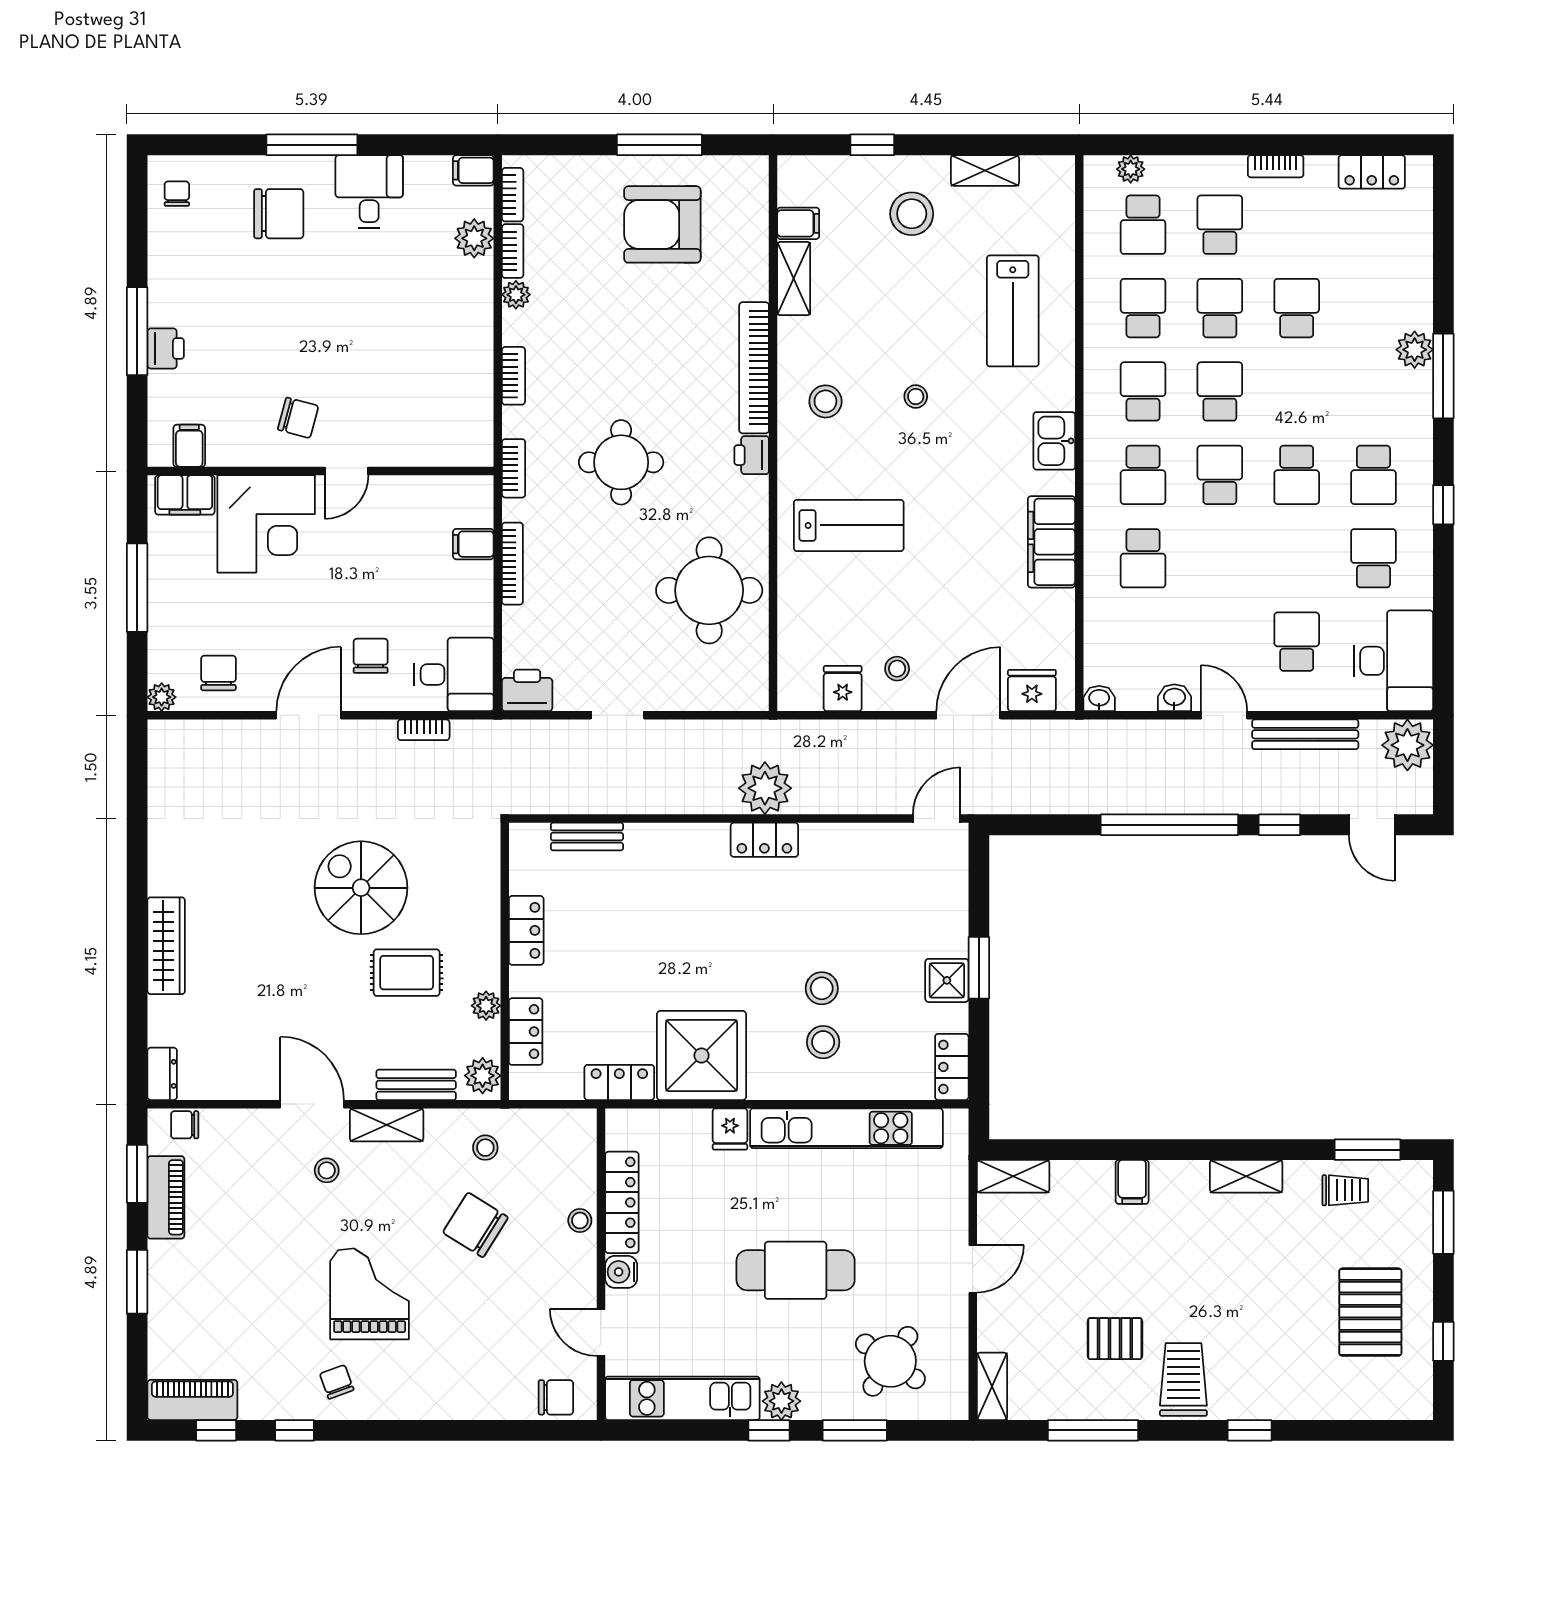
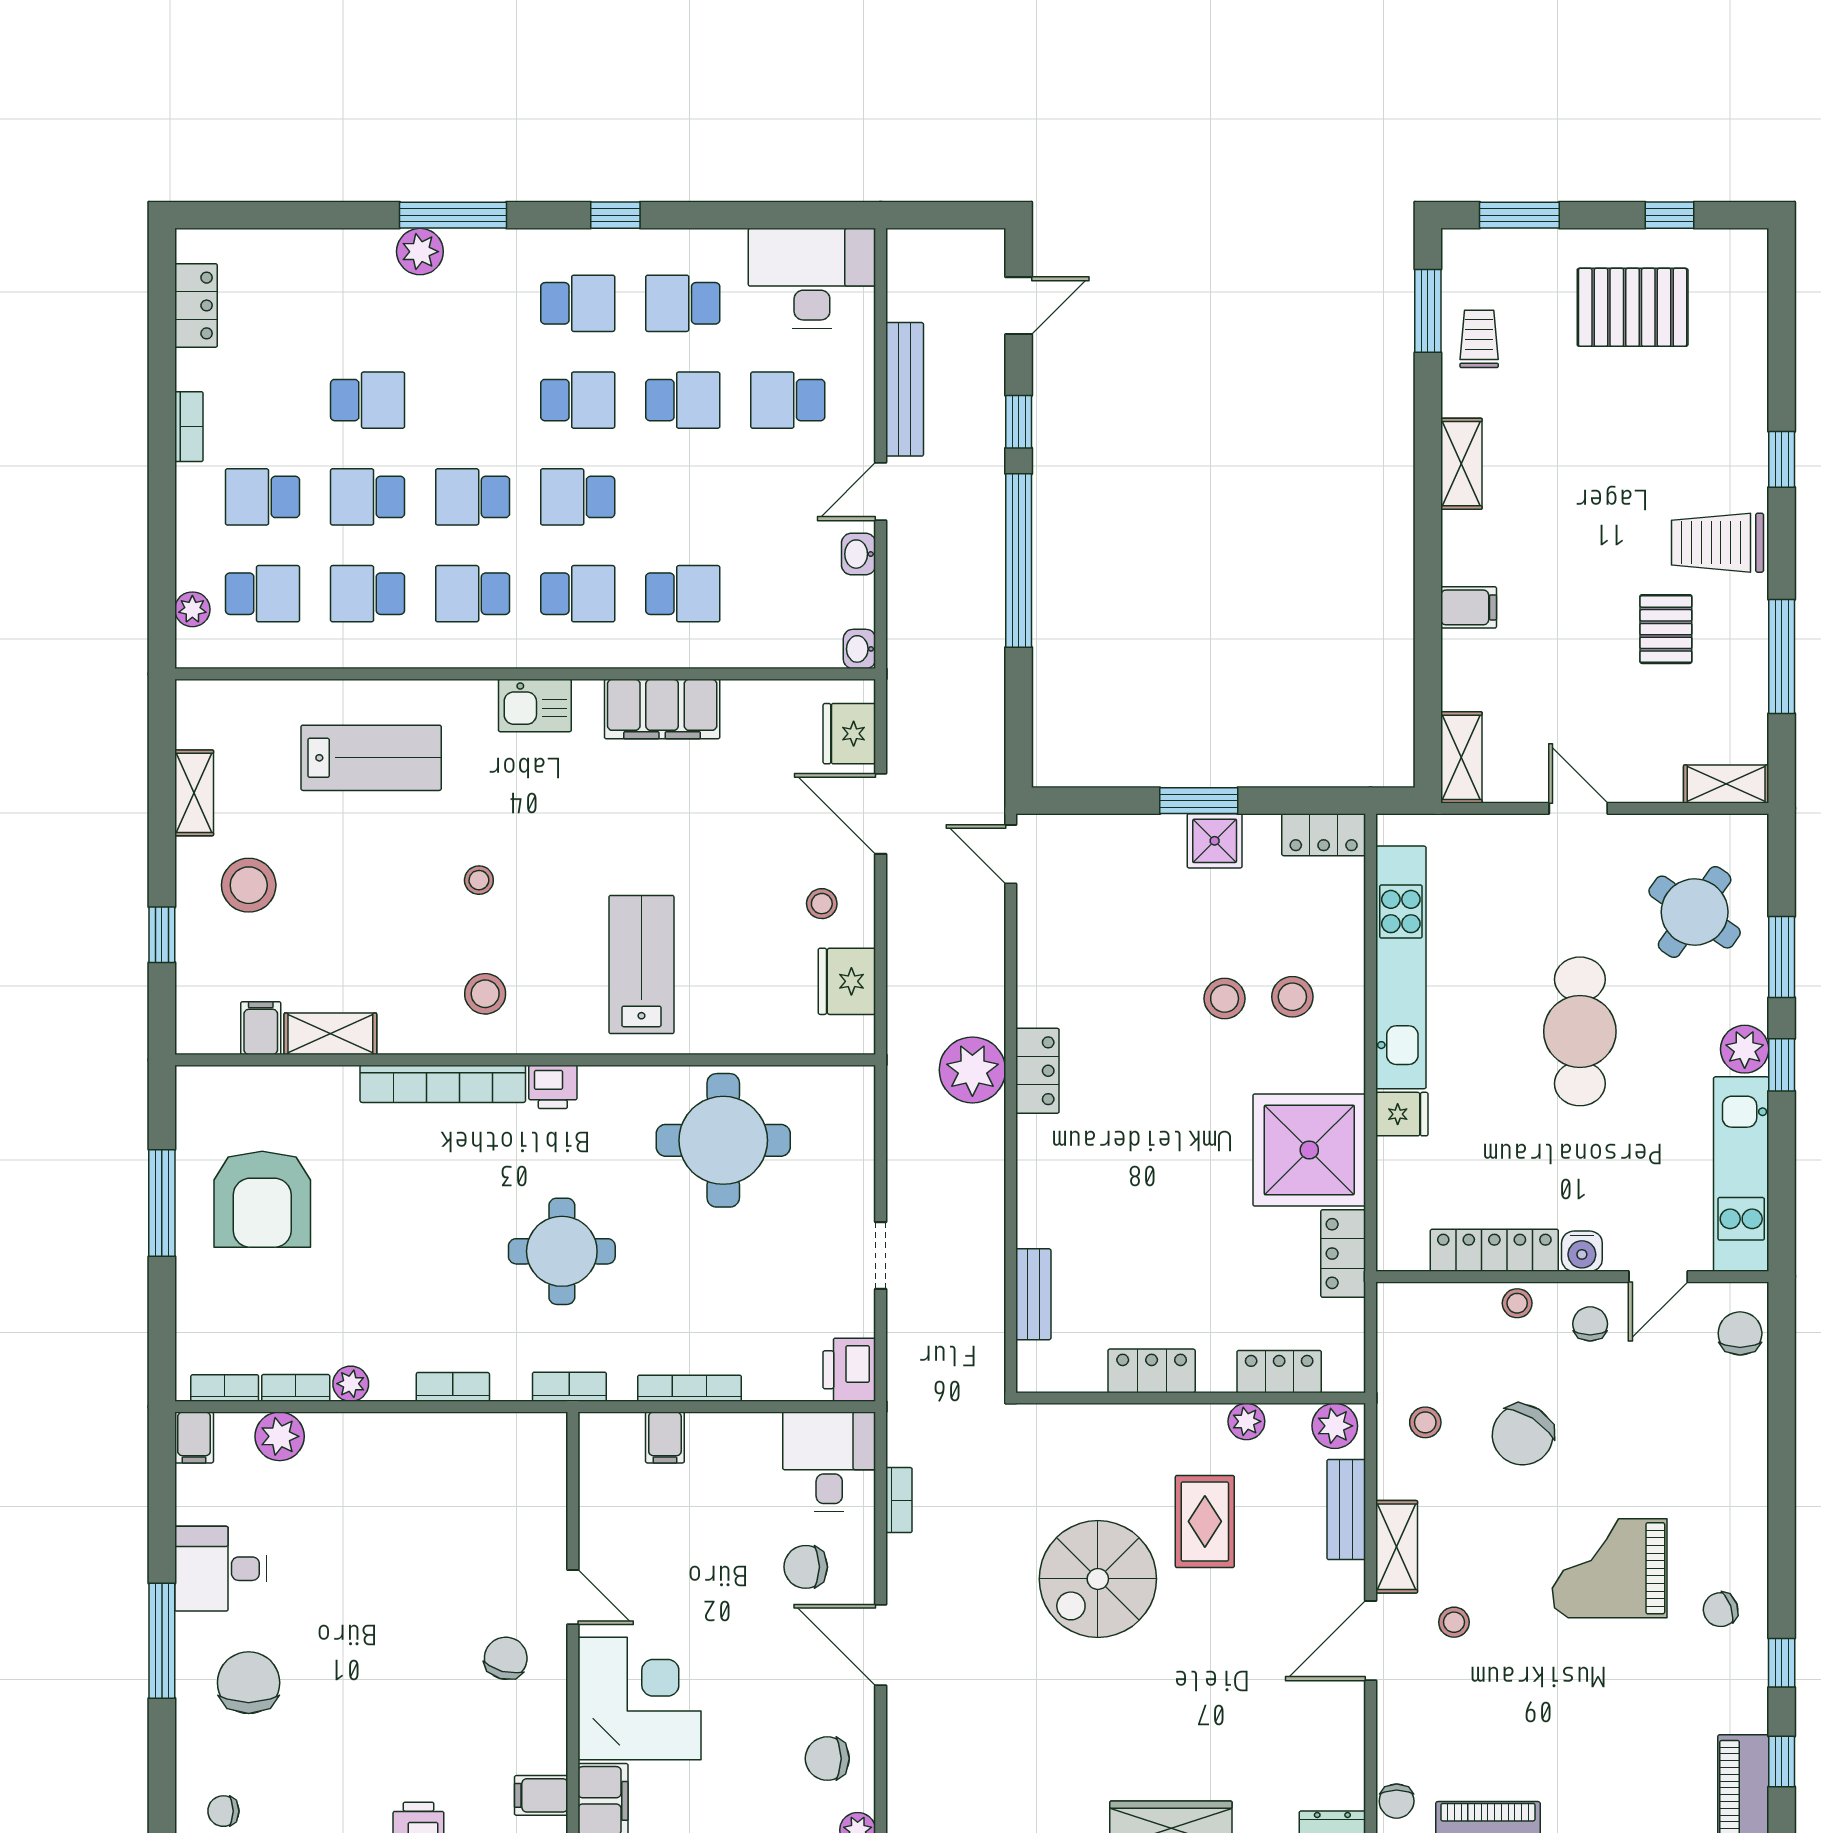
school desk: (1297, 308) -> (368, 400), turned 180
school desk: (1297, 558) -> (683, 400), added
fridge: (843, 689) -> (847, 981), width x1.38
plant: (1407, 745) -> (918, 260), removed
chair: (563, 1278) -> (1590, 1324), added

